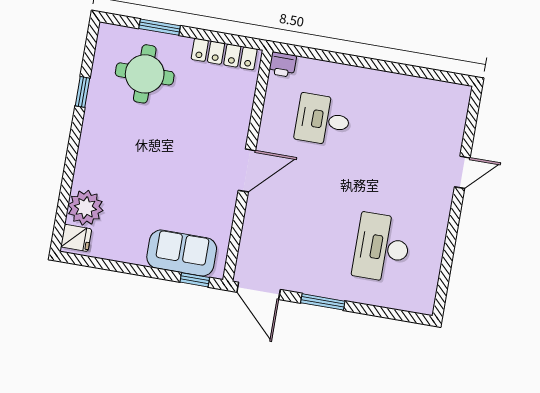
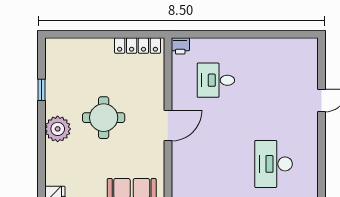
window: (160, 27) -> (88, 34), removed
round table: (145, 74) -> (104, 118), moved
plant: (85, 208) -> (58, 129), moved

